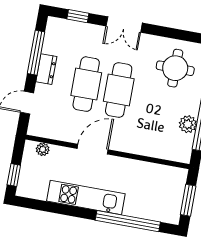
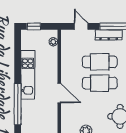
dresser: (46, 69) -> (109, 35), width x1.44
door: (93, 149) -> (59, 93), moved

